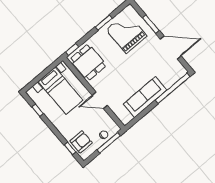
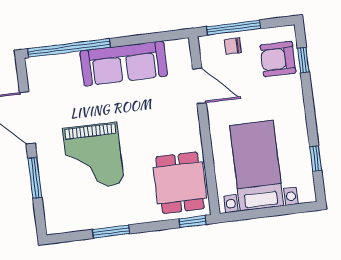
grand piano: (126, 33) -> (93, 156), moved
door: (100, 100) -> (199, 86), moved

